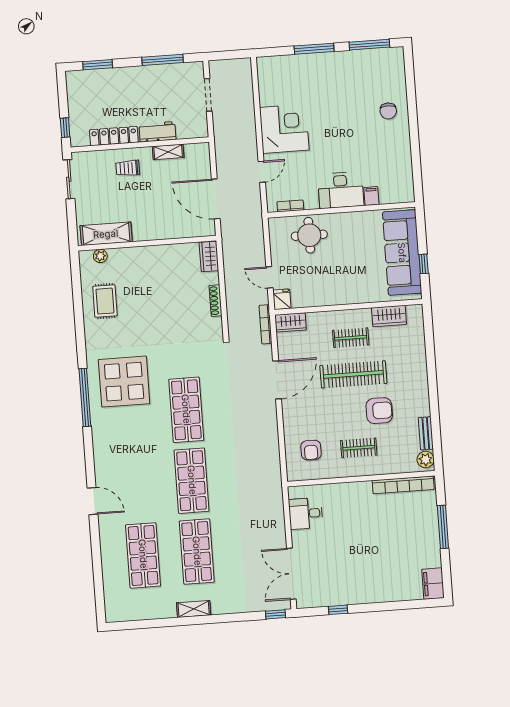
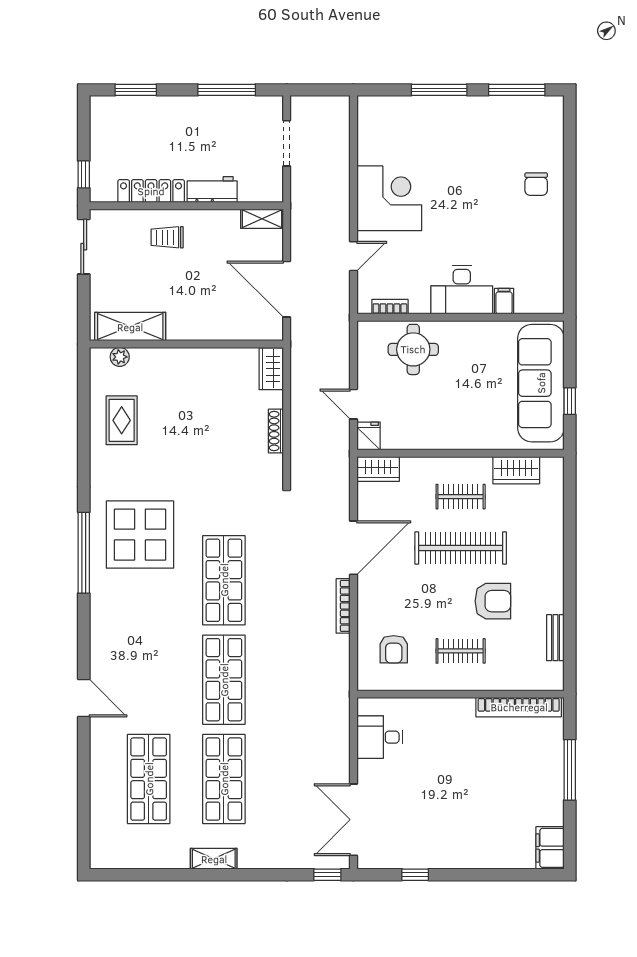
shelving: (168, 152) -> (262, 219), moved
bookcase: (266, 324) -> (343, 606), moved
plant: (426, 460) -> (553, 674), removed

